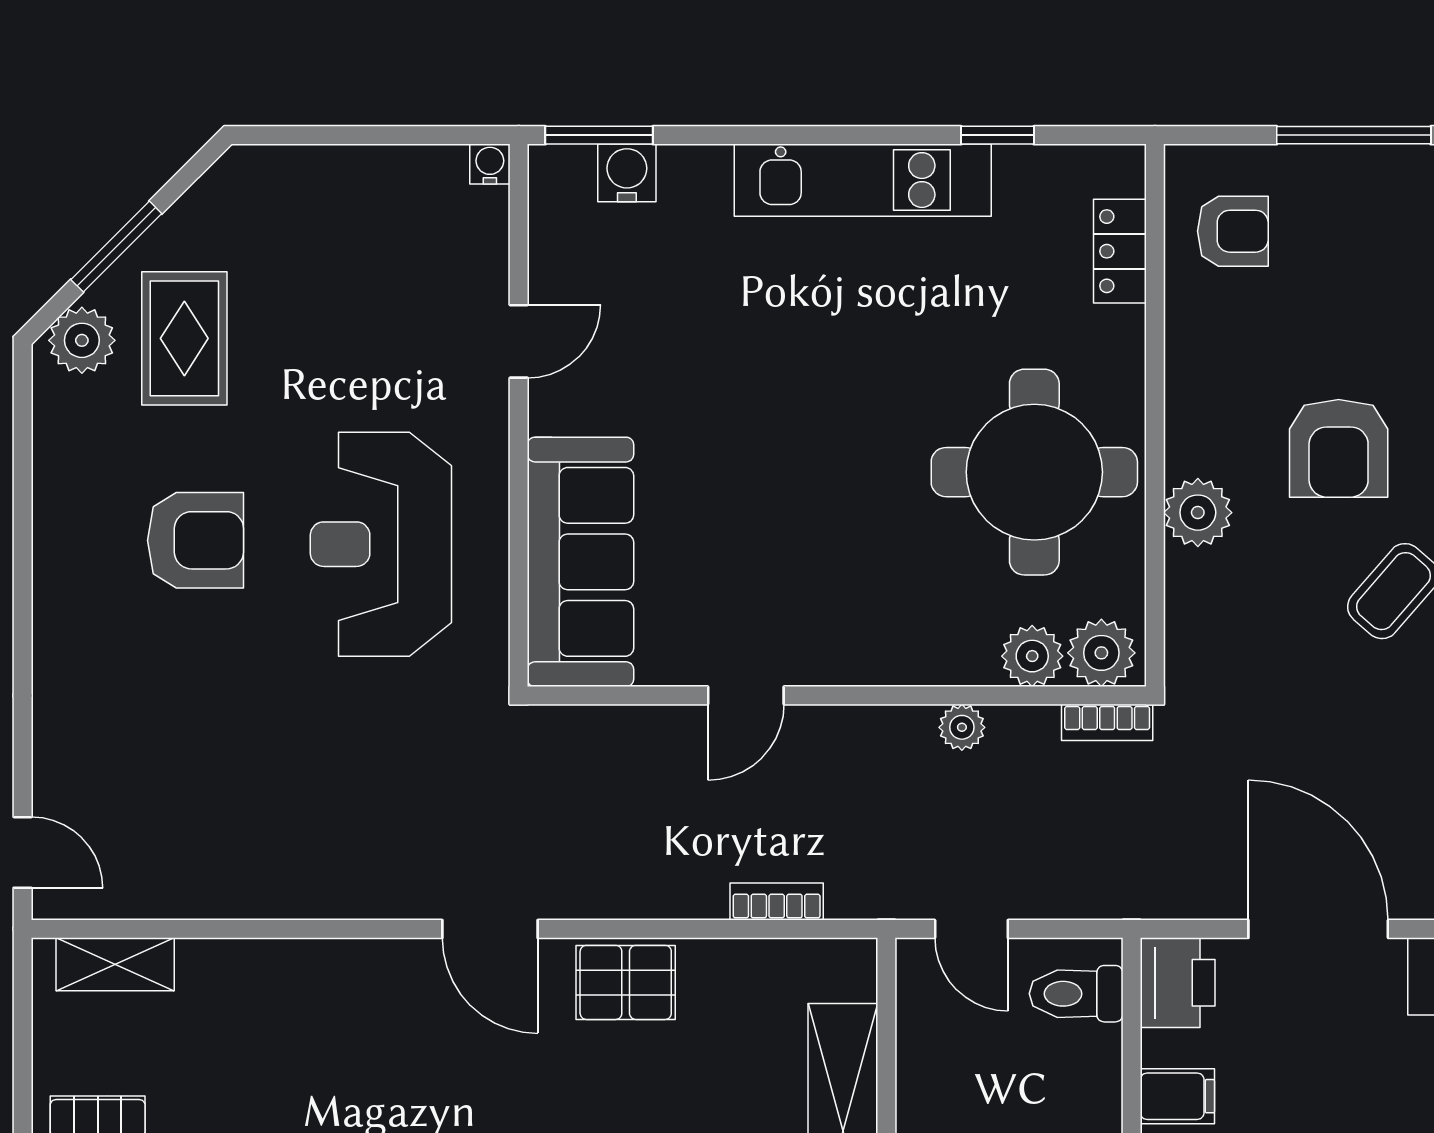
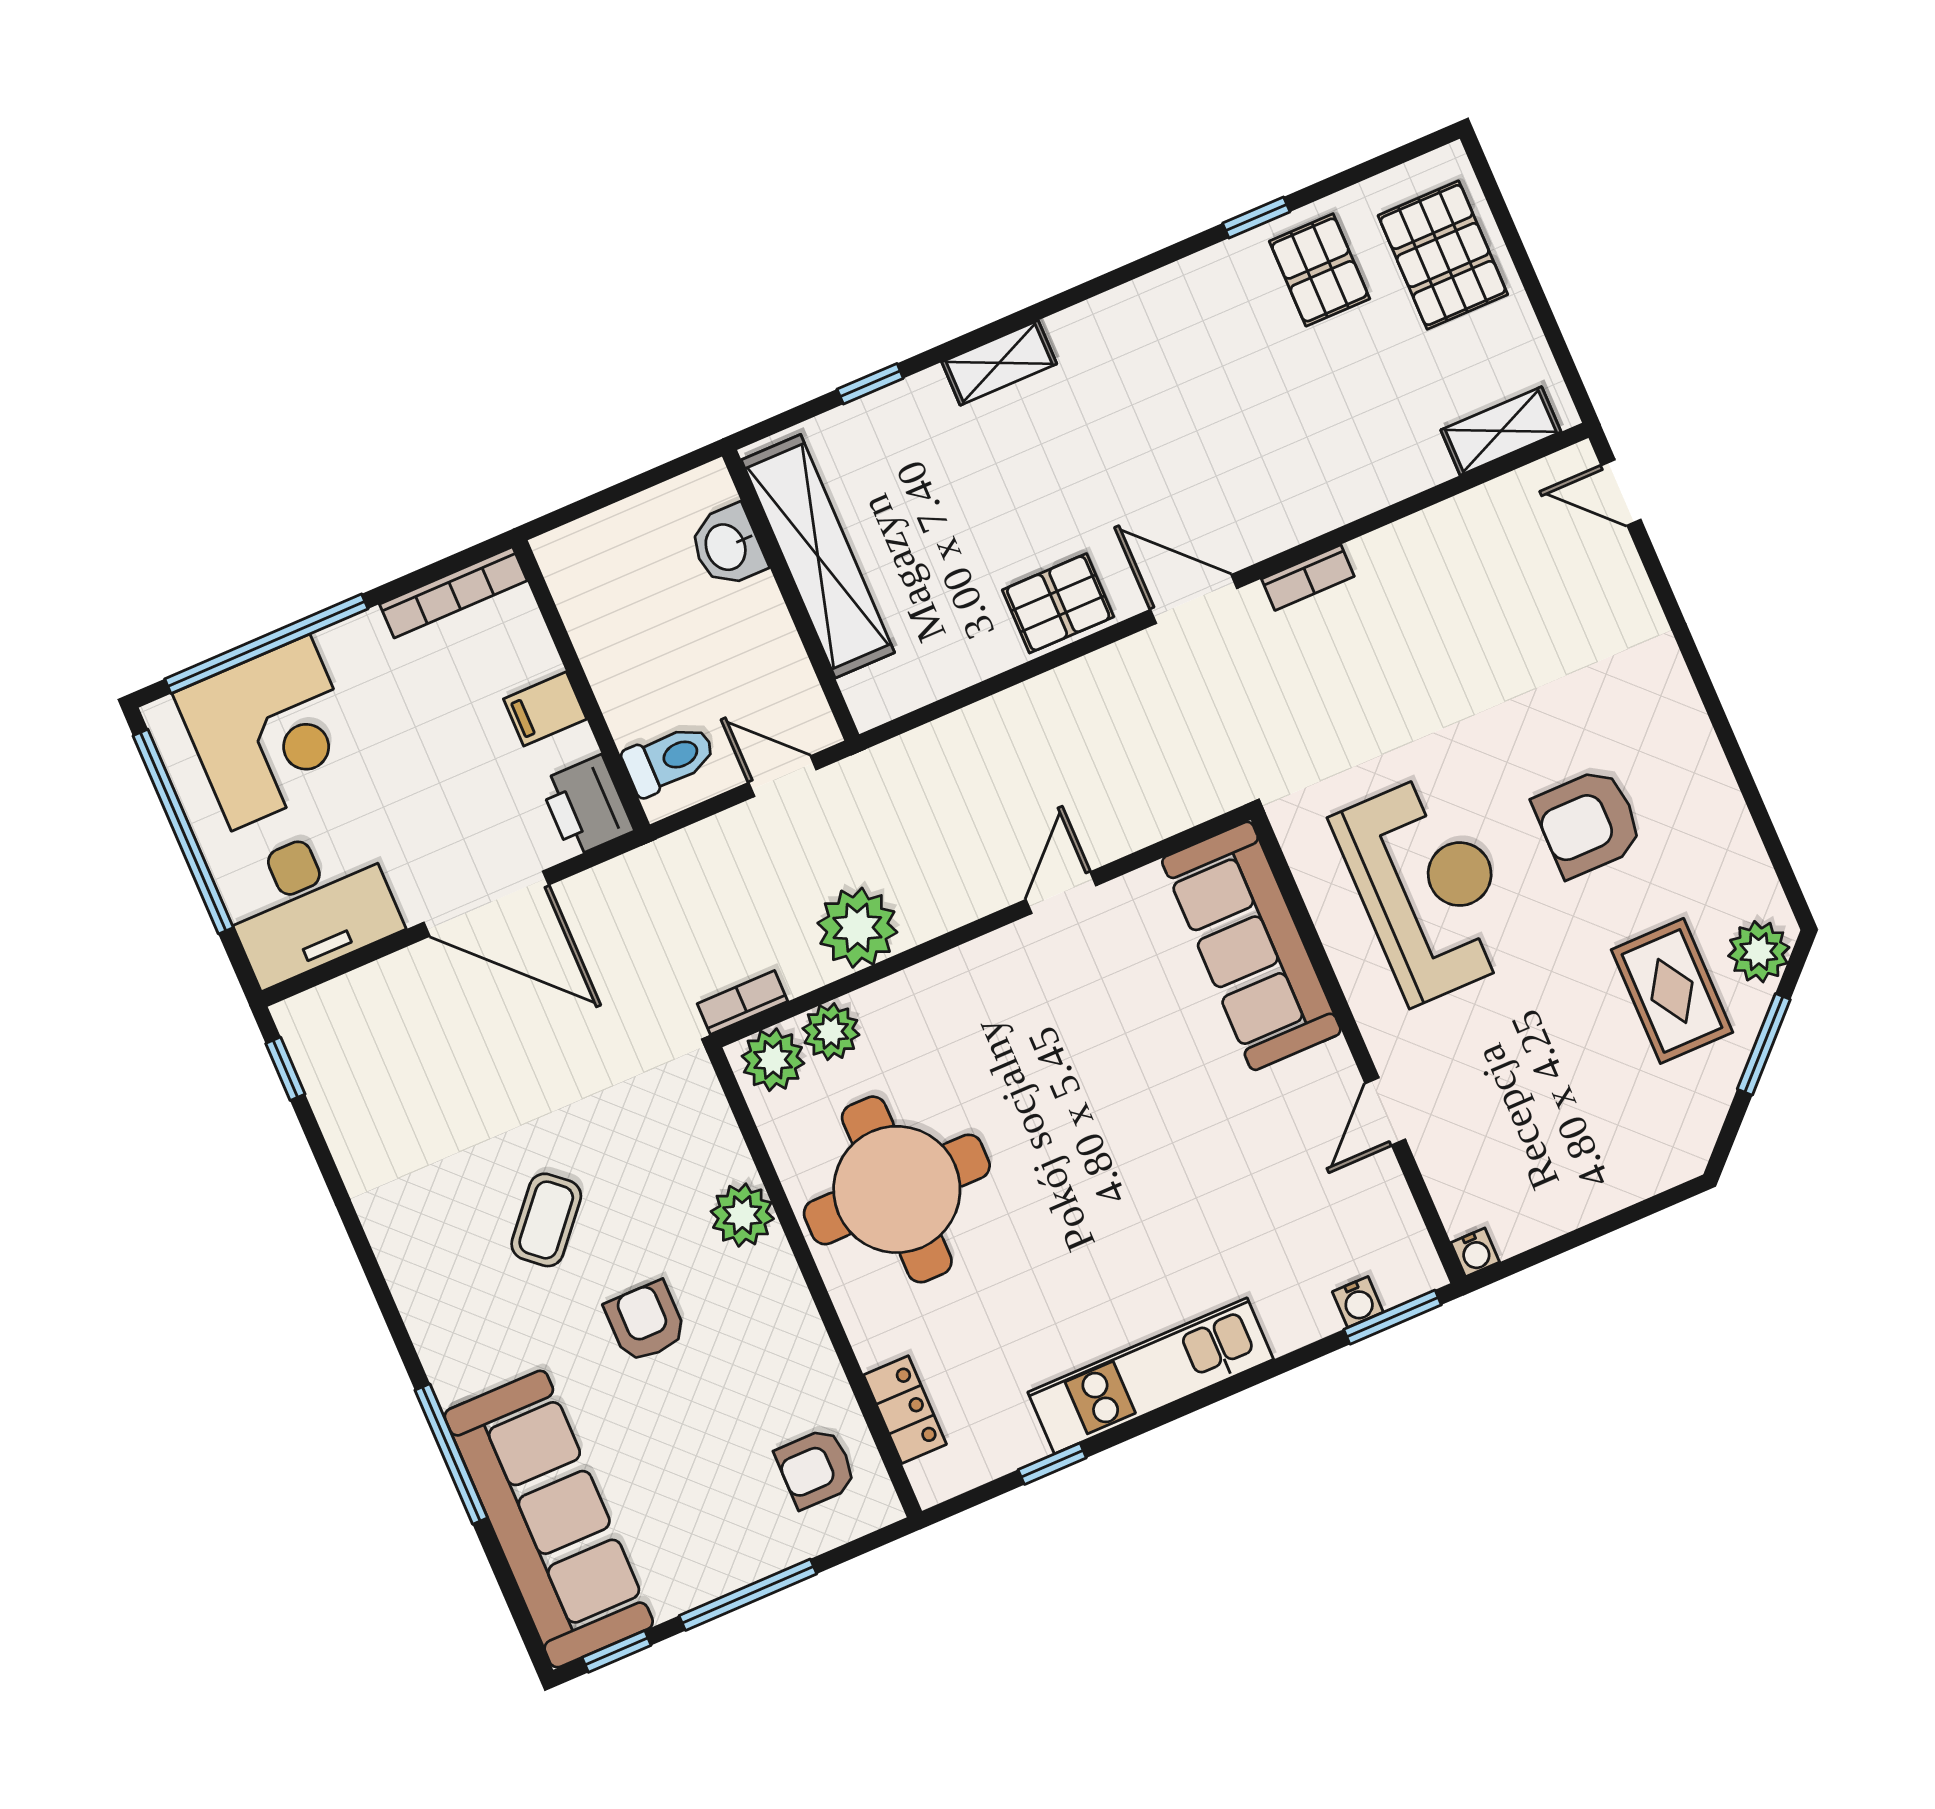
water cooler: (627, 173) -> (1358, 1302), width x0.72, depth x0.72
armchair: (1339, 448) -> (646, 1322), width x0.72, depth x0.72
plant: (962, 727) -> (857, 928), width x1.88, depth x1.88
bookcase: (777, 902) -> (1308, 578), moved

